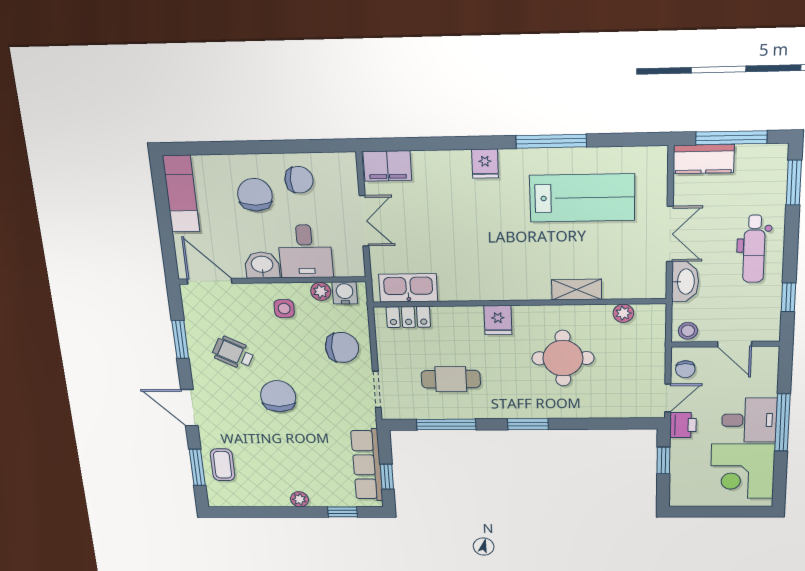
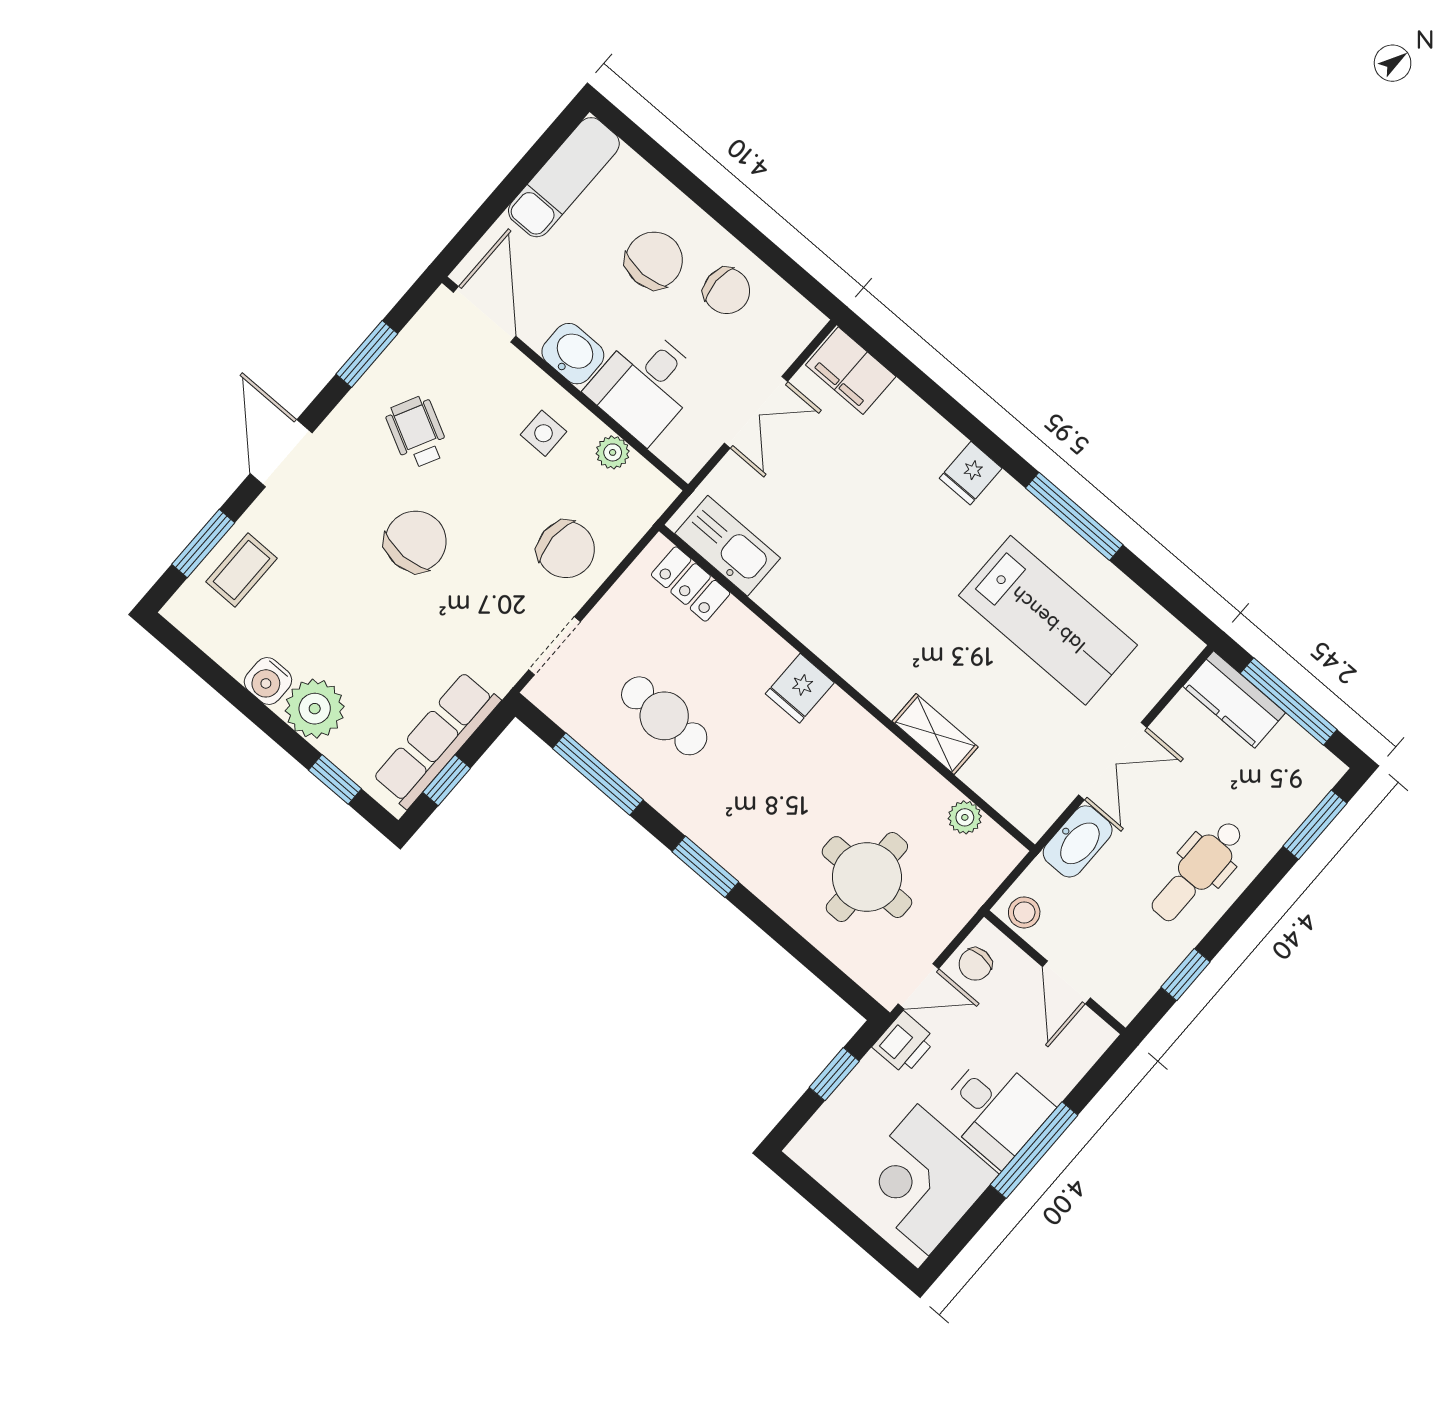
water cooler: (345, 293) -> (268, 681), moved, turned 180
round table: (563, 358) -> (867, 877), moved
plant: (299, 499) -> (315, 709), width x1.88, depth x1.88

